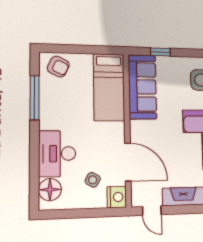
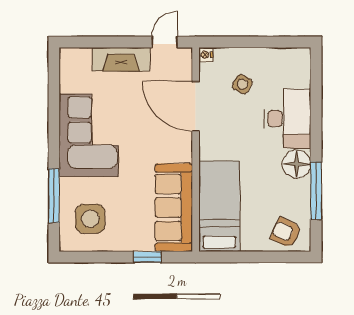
floor lamp: (50, 190) -> (297, 164), moved
nightstand: (117, 197) -> (206, 55), width x0.53, depth x0.56
door: (152, 211) -> (165, 42), hinge flipped

